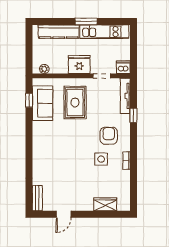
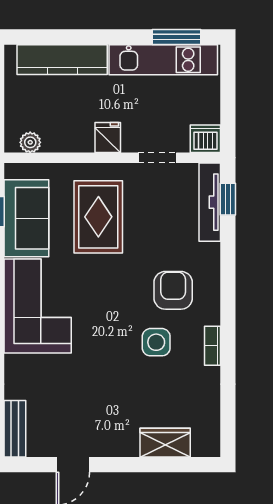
window: (86, 21) -> (177, 37), moved
fridge: (79, 65) -> (108, 138), width x0.53, depth x0.75
window: (133, 115) -> (228, 199), moved
corner sofa: (48, 143) -> (38, 306), added

